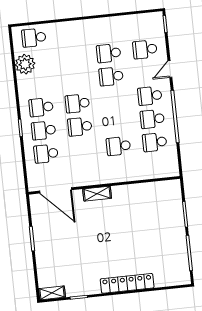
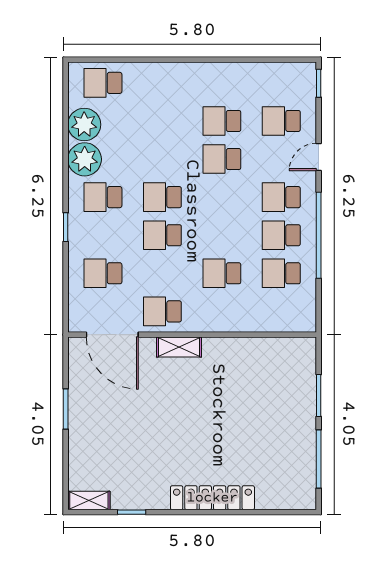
plant: (28, 85) -> (85, 159), added
school desk: (44, 130) -> (162, 311), moved

